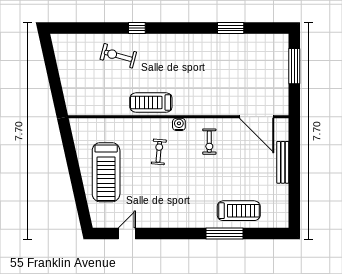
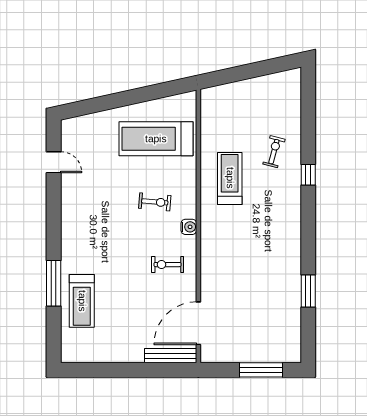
exercise bike: (118, 56) -> (274, 152), width x0.73, depth x0.72
treadmill: (151, 103) -> (230, 178), moved
bench: (283, 162) -> (171, 356), moved
treadmill: (106, 172) -> (156, 139), moved

